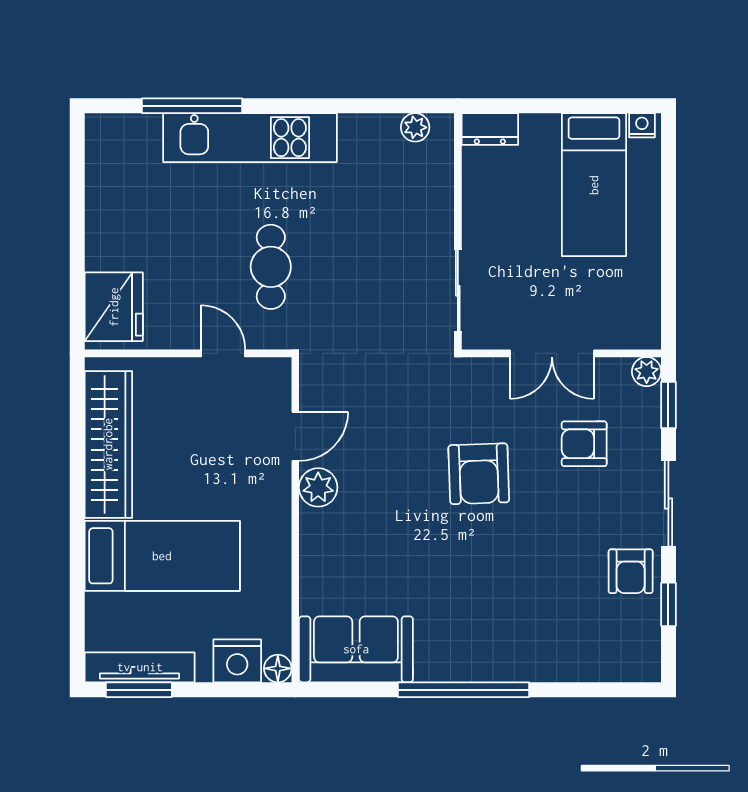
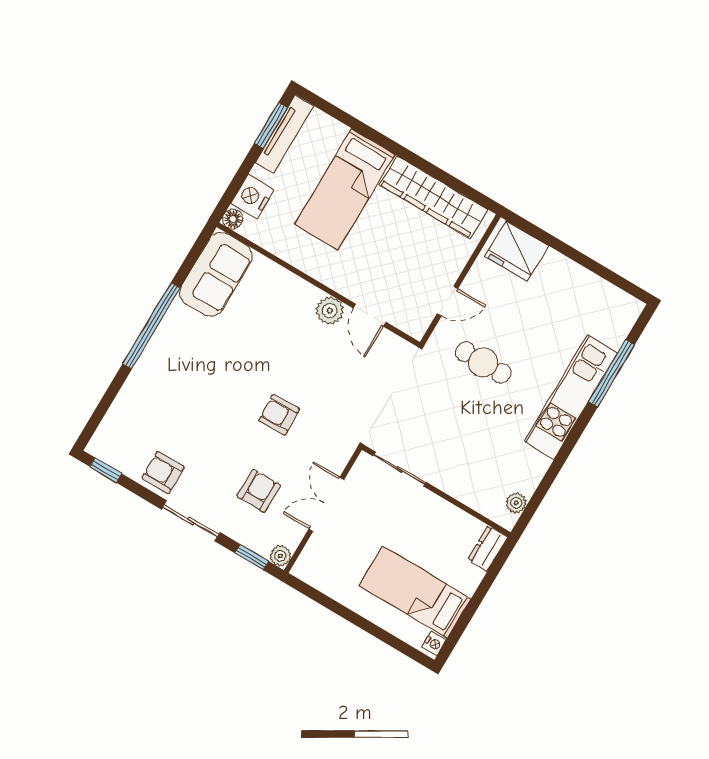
armchair: (479, 474) -> (279, 415), width x0.72, depth x0.72
window: (668, 604) -> (106, 470), moved

